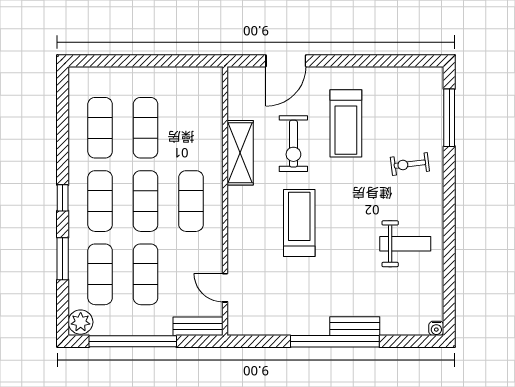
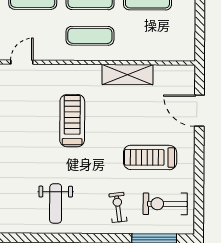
exercise bike: (293, 144) -> (165, 204), moved
treadmill: (299, 223) -> (72, 121), turned -90

